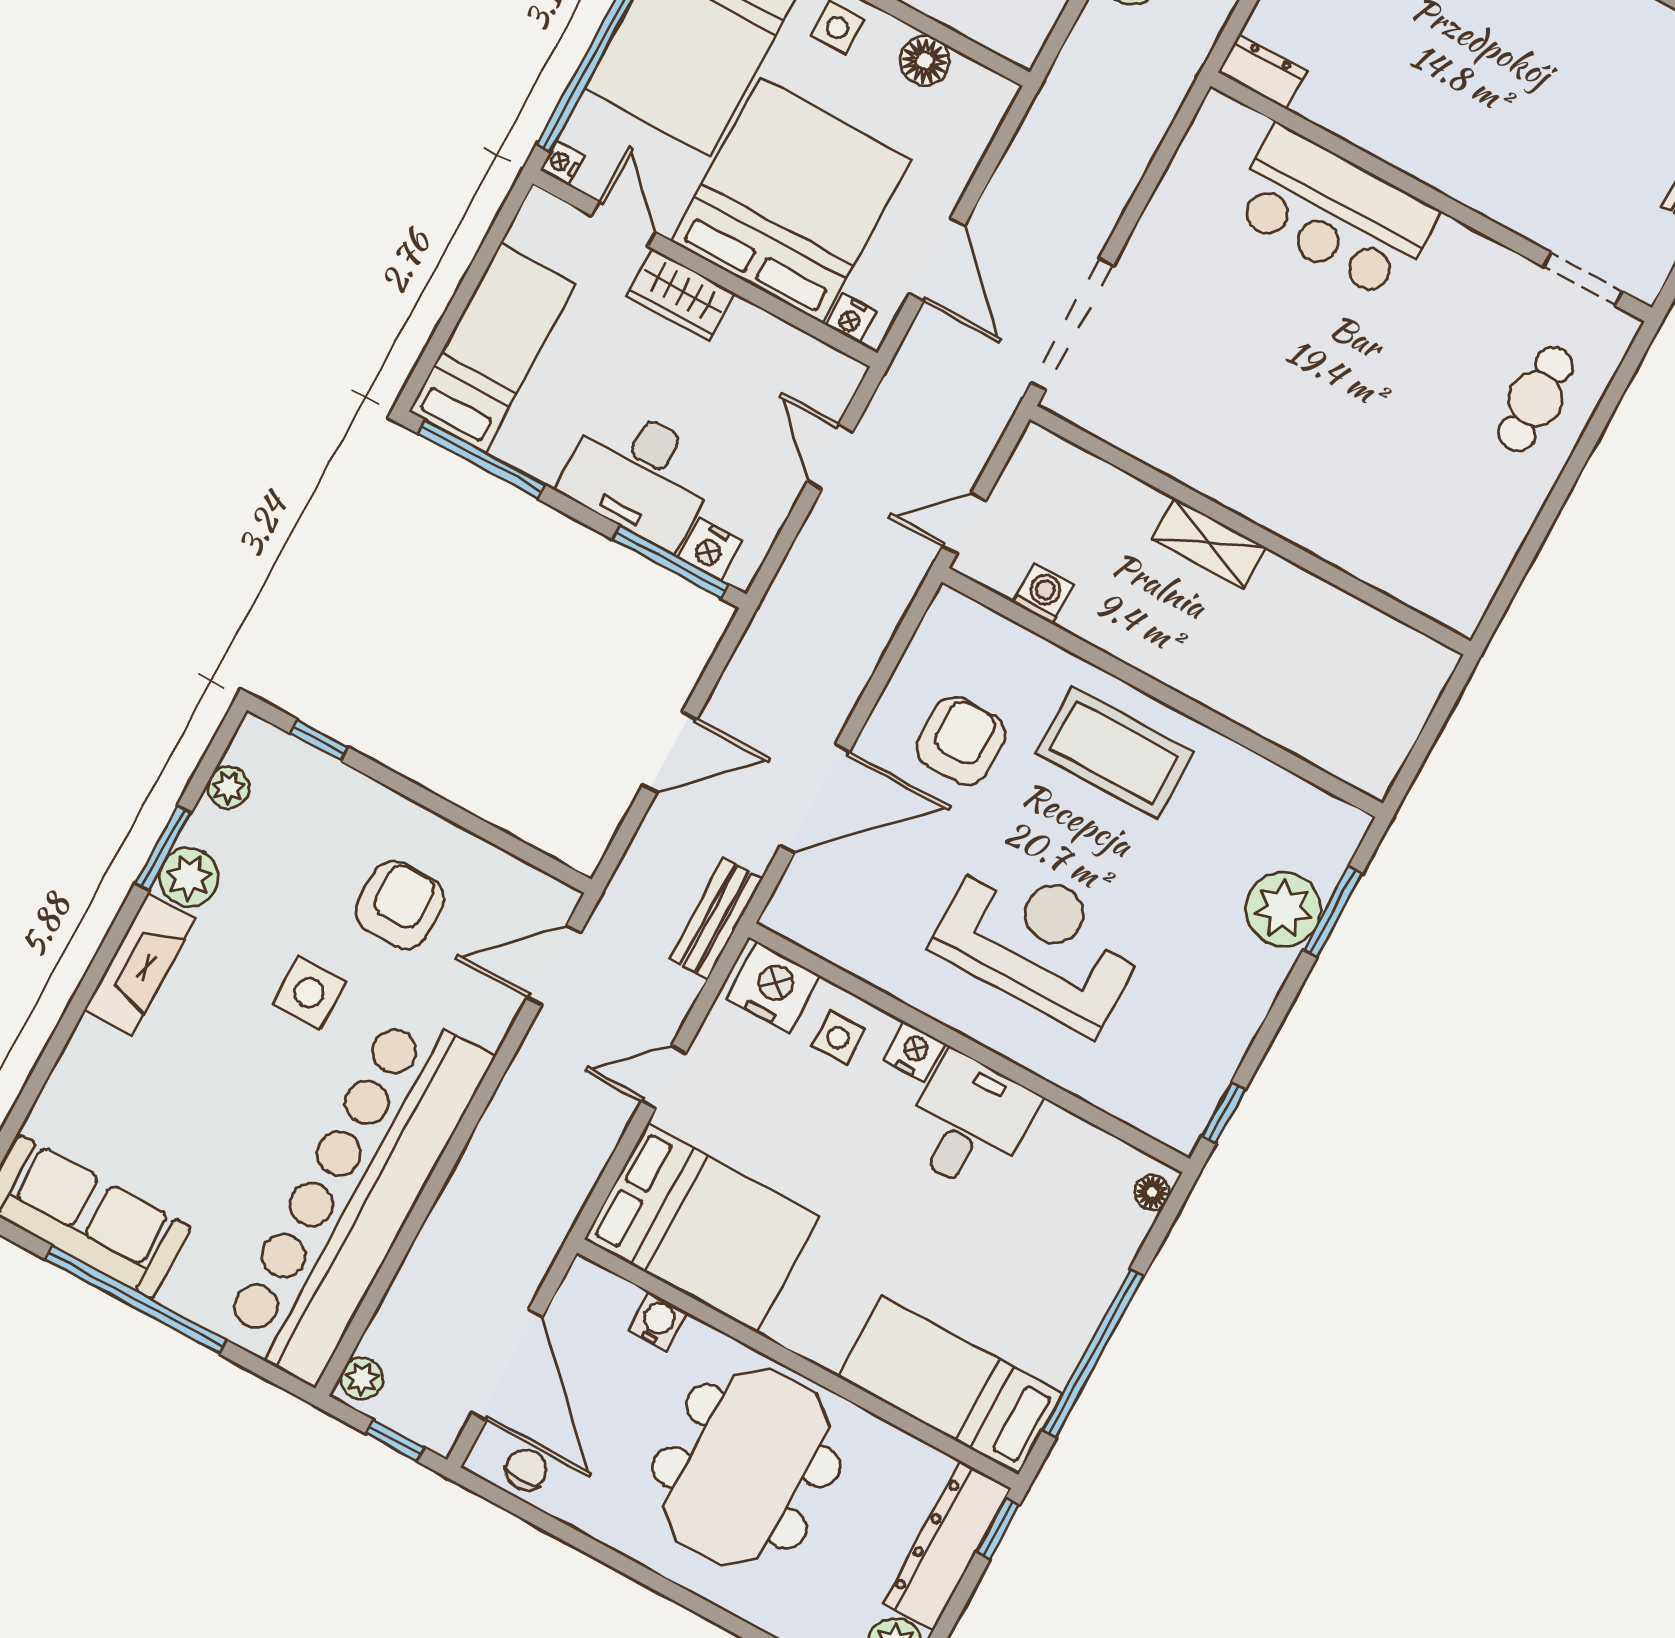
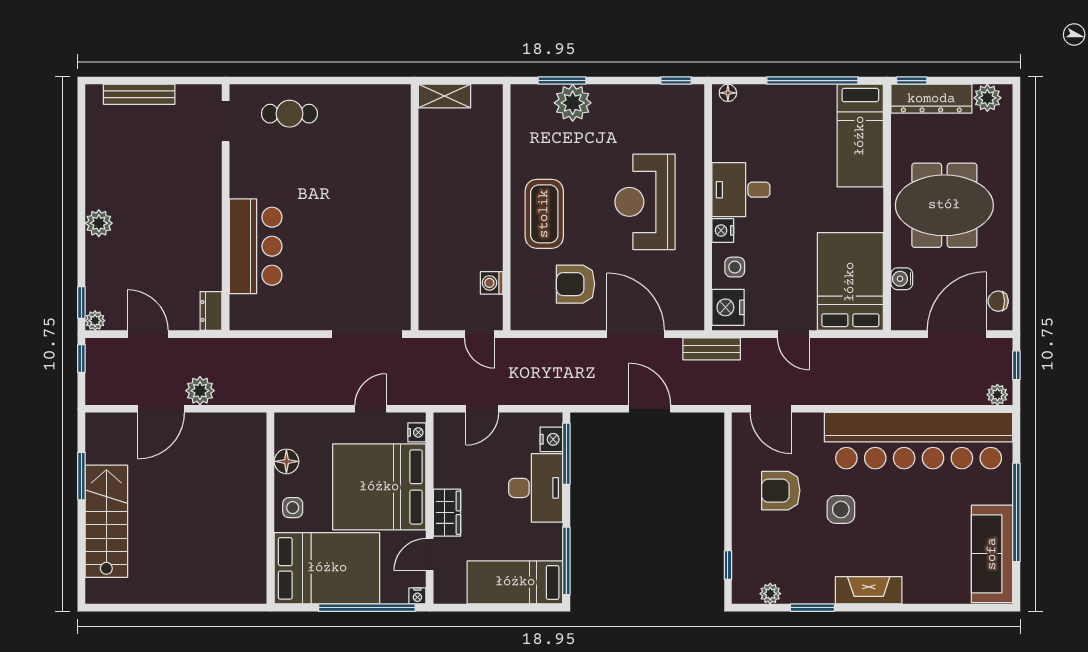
door: (937, 259) -> (371, 409), width x0.73
shelving: (1209, 543) -> (445, 96), moved, turned 90
plant: (189, 877) -> (819, 589), removed

